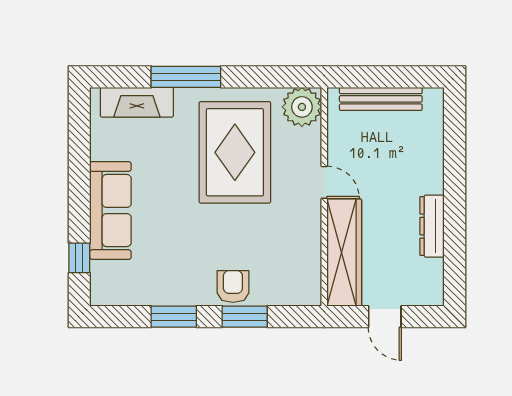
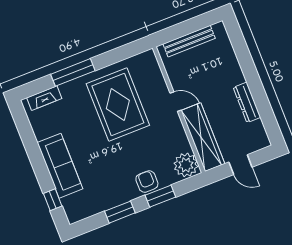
fireplace: (137, 102) -> (44, 98), width x0.73, depth x0.76
plant: (302, 107) -> (186, 165), moved

